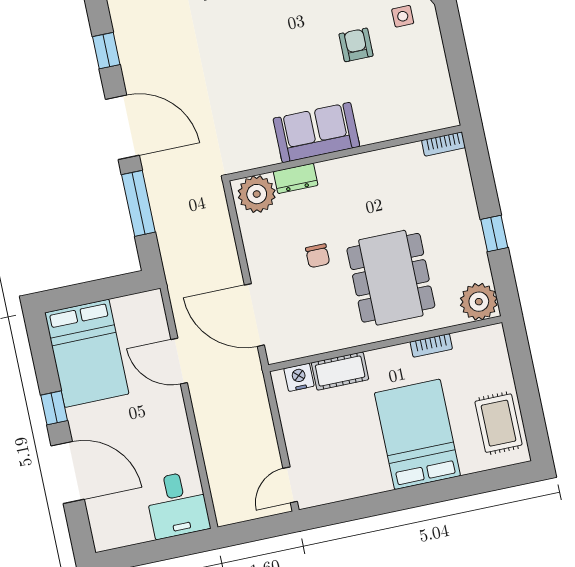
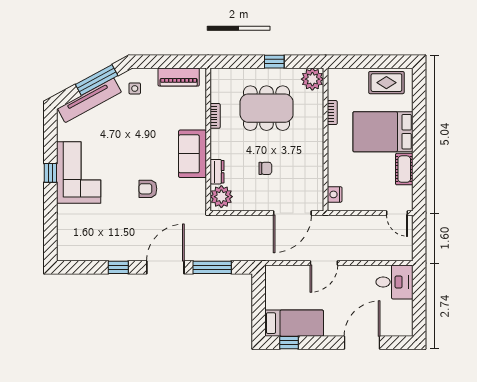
armchair: (356, 45) -> (148, 189), moved
piano: (436, 84) -> (179, 77), added
bookcase: (443, 144) -> (215, 116), moved
dining table: (391, 278) -> (267, 108), moved
bed: (87, 353) -> (294, 323), width x0.67
door: (179, 361) -> (324, 263), moved
cot: (340, 371) -> (404, 169), moved
window: (54, 408) -> (289, 343), moved

